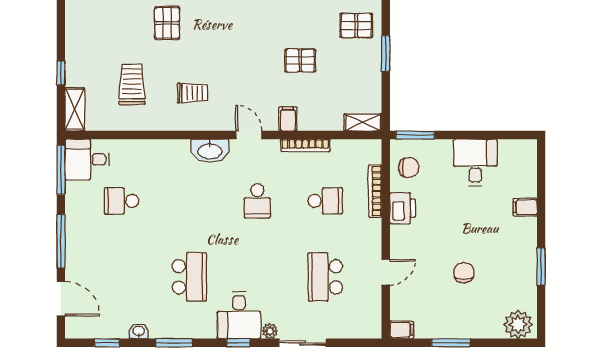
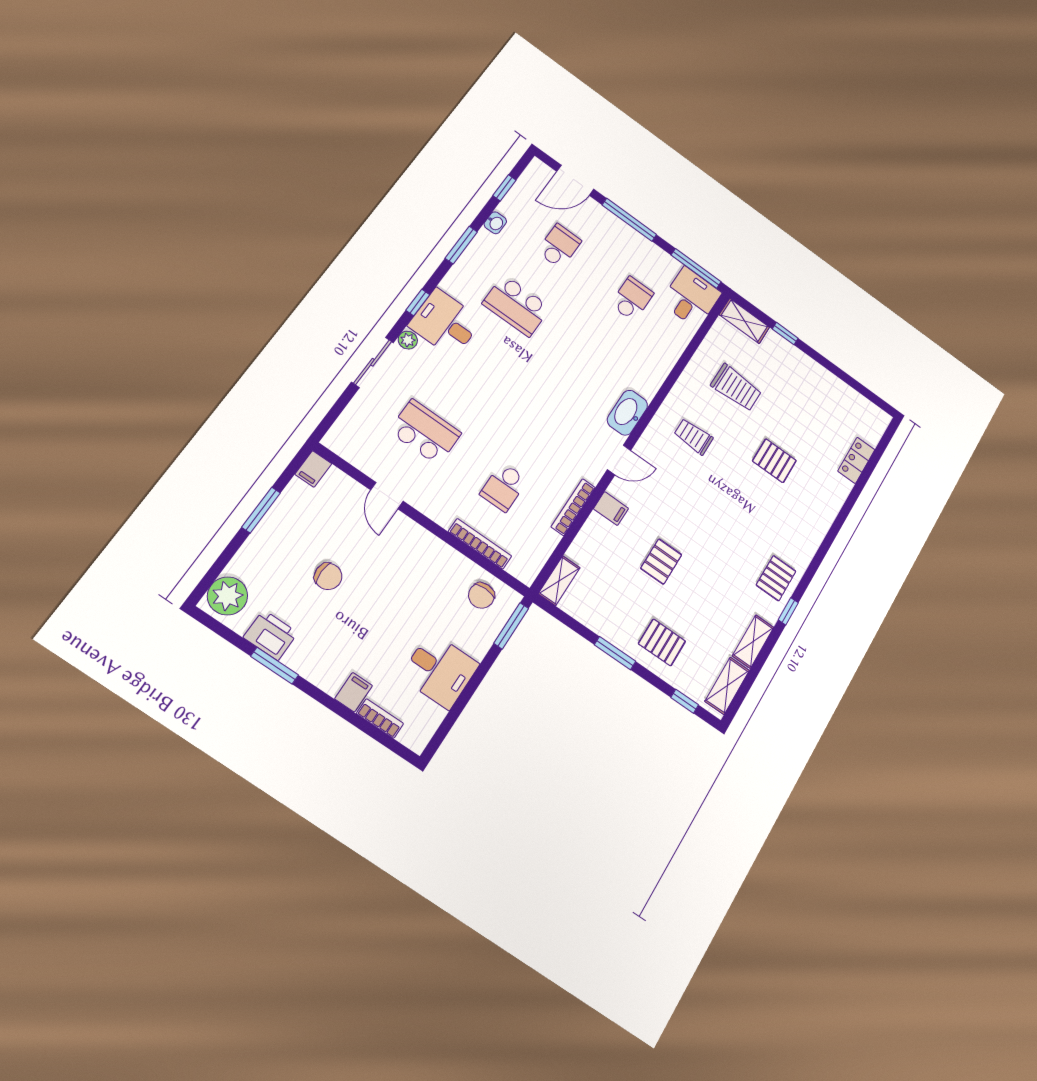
pallet: (356, 25) -> (662, 642), turned 90
trolley: (193, 93) -> (693, 437), turned 90
bookcase: (530, 180) -> (380, 719), added
school desk: (257, 201) -> (559, 246), moved, turned 90
printer: (403, 208) -> (271, 635), moved, turned 180

